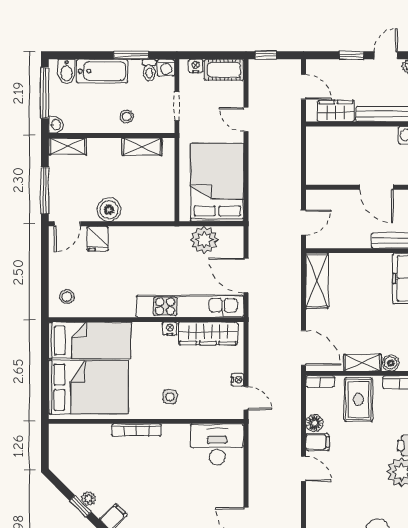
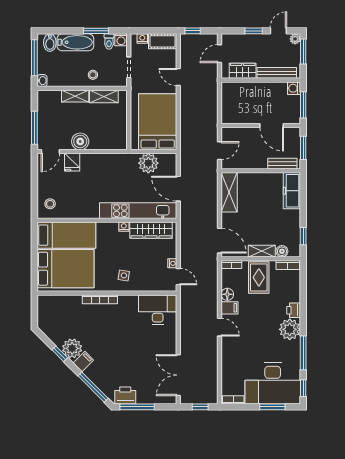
door: (304, 87) -> (219, 54), swing flipped
shelving: (68, 146) -> (75, 96), moved
plant: (89, 499) -> (72, 348), width x1.88, depth x1.88

